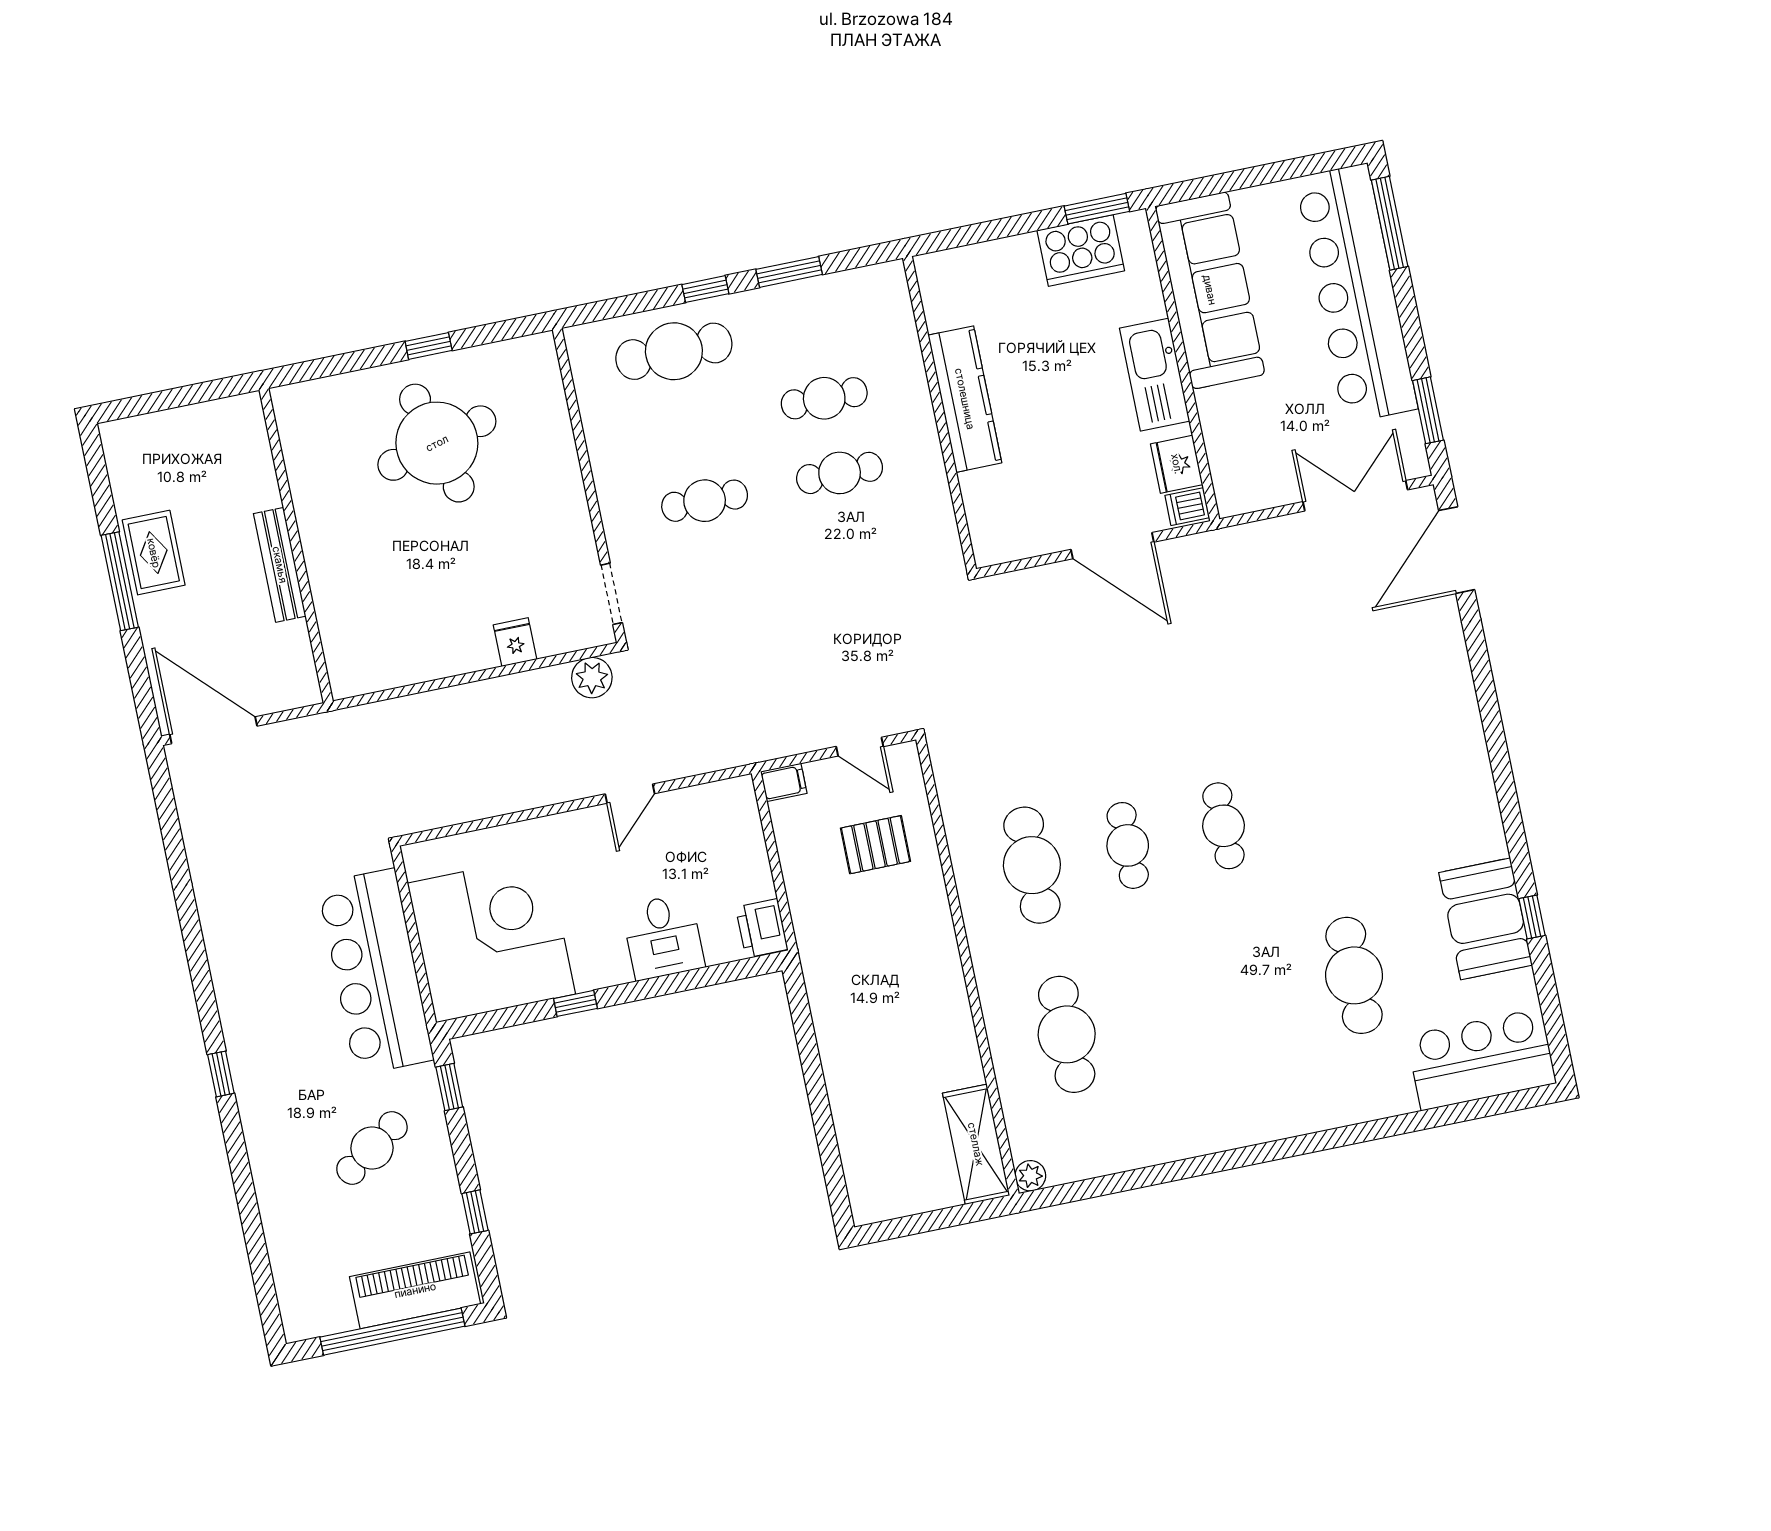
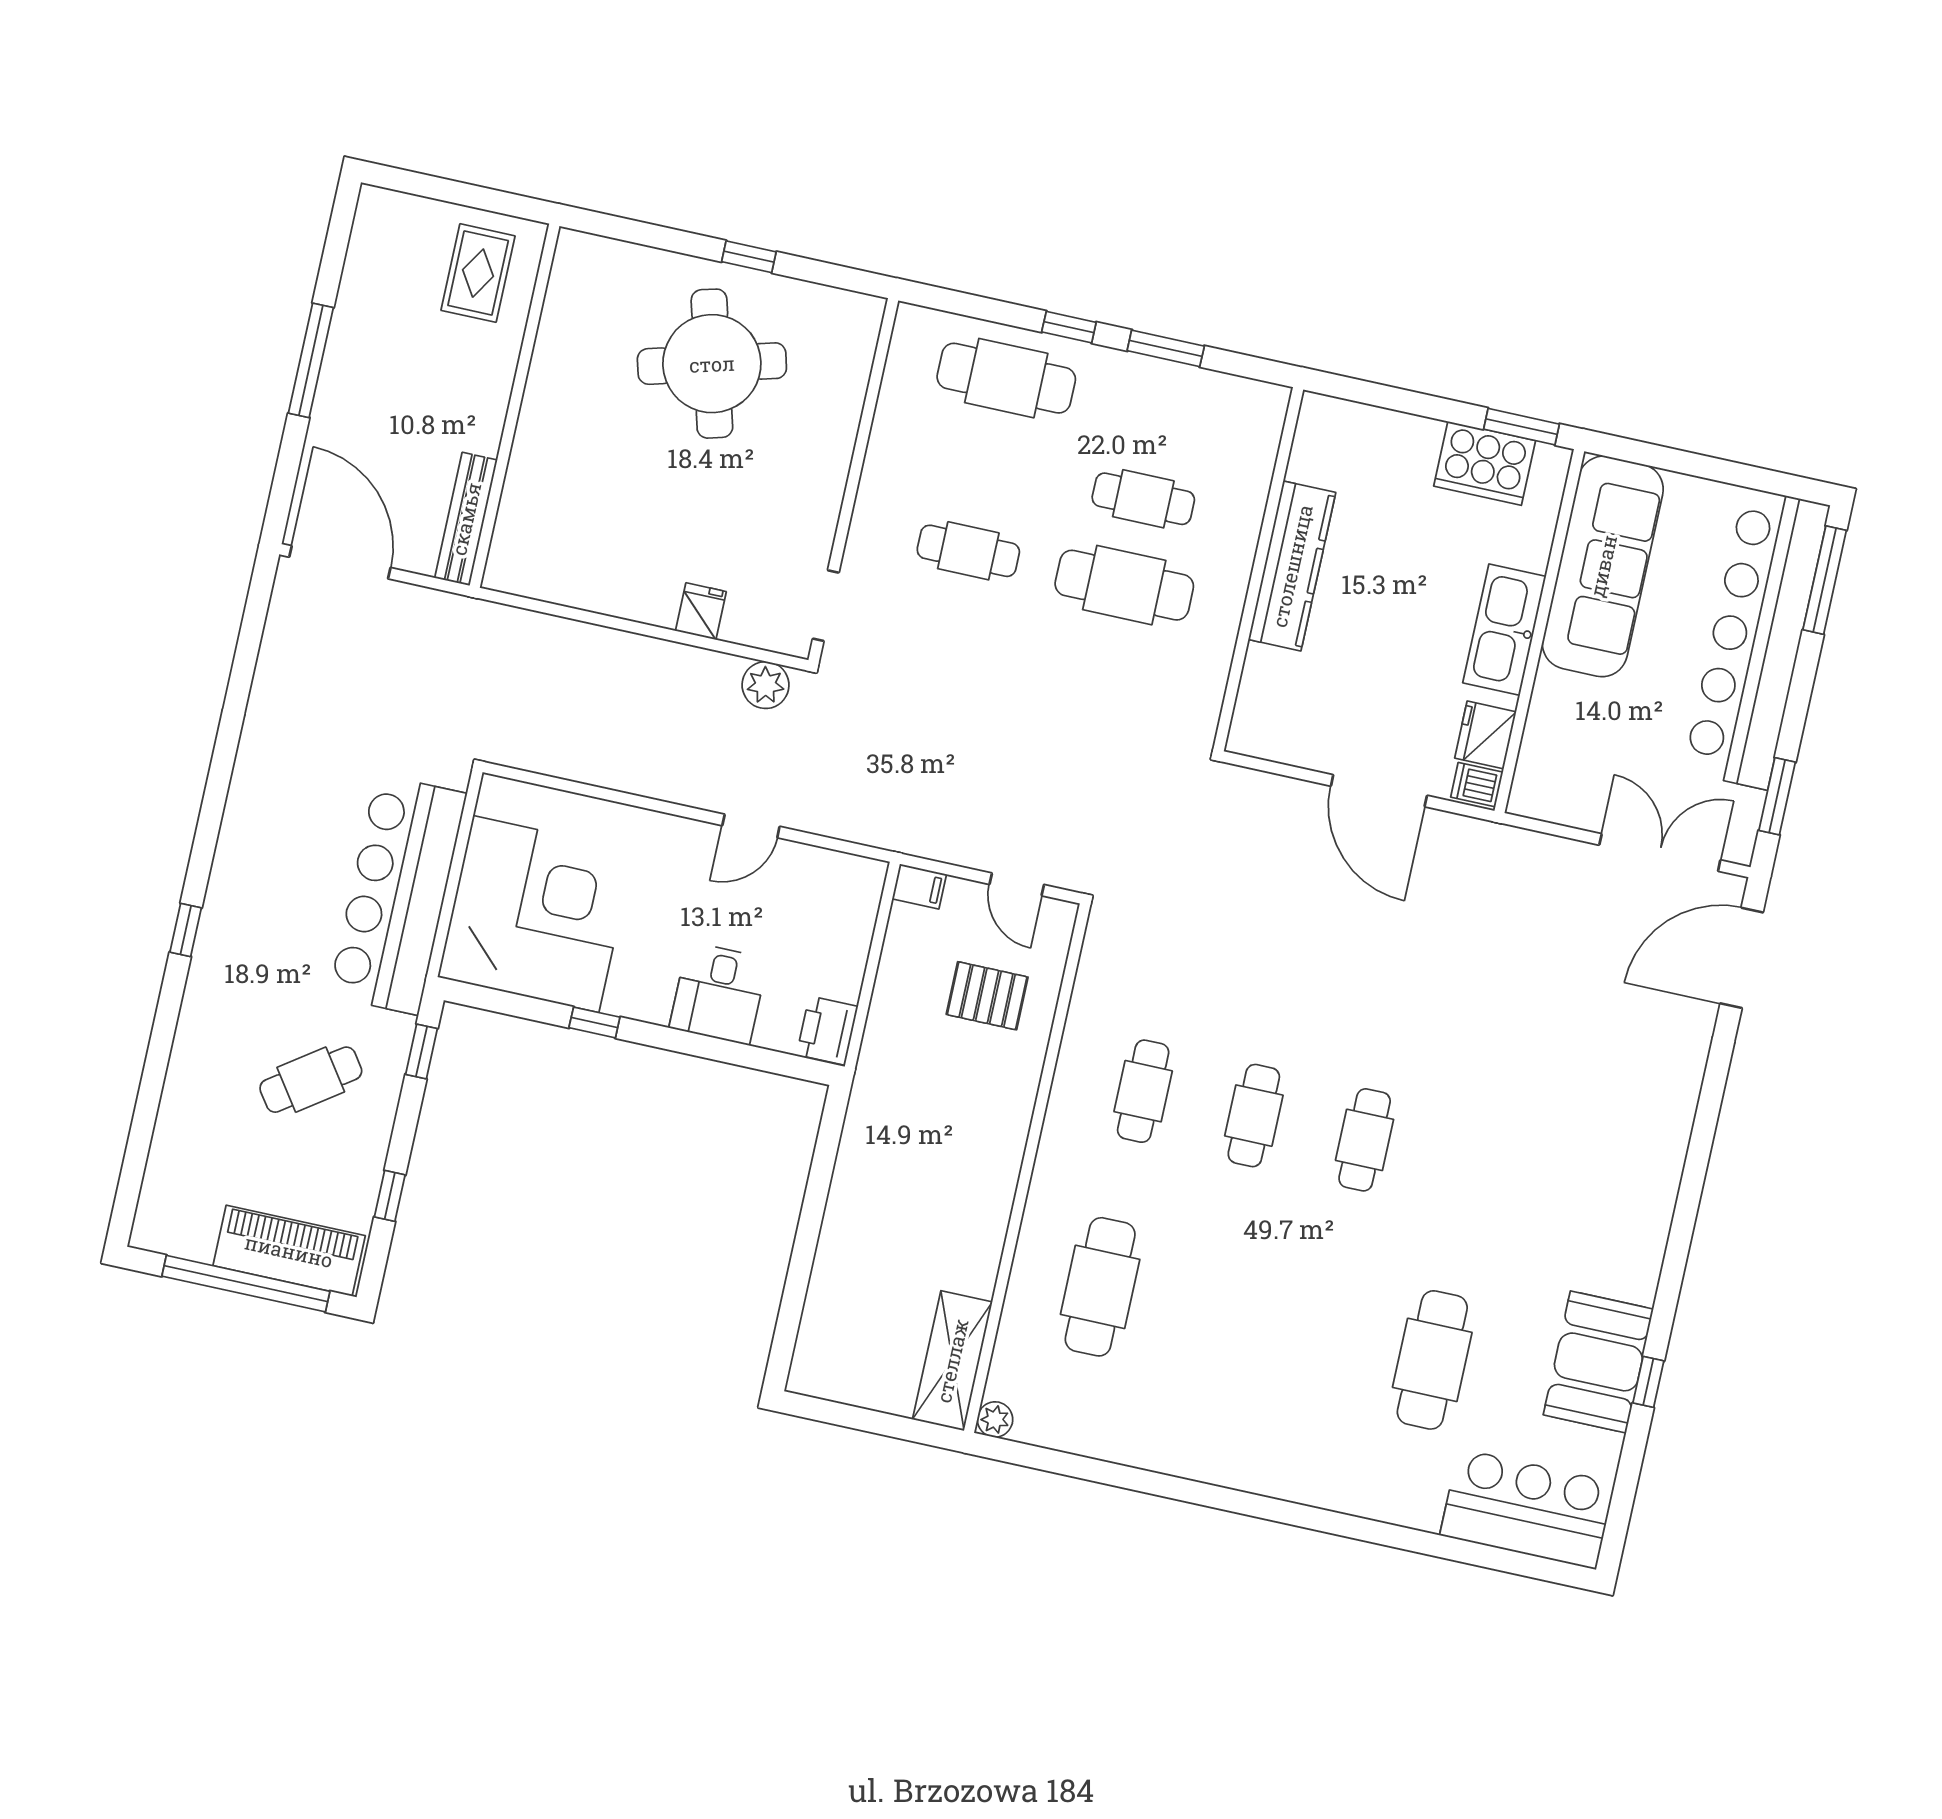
cafe table: (840, 473) -> (1124, 585), width x1.37, depth x1.35
rug: (154, 553) -> (478, 273), moved
bench: (280, 565) -> (466, 519), moved
cafe table: (1032, 865) -> (1143, 1091), width x0.73, depth x0.74

